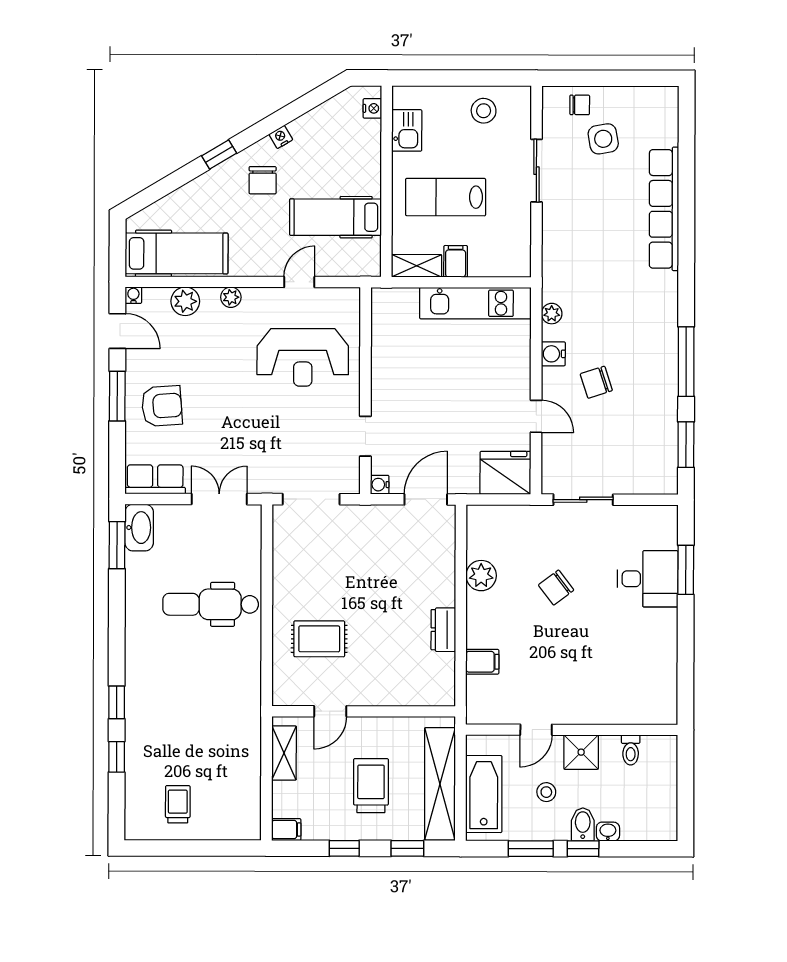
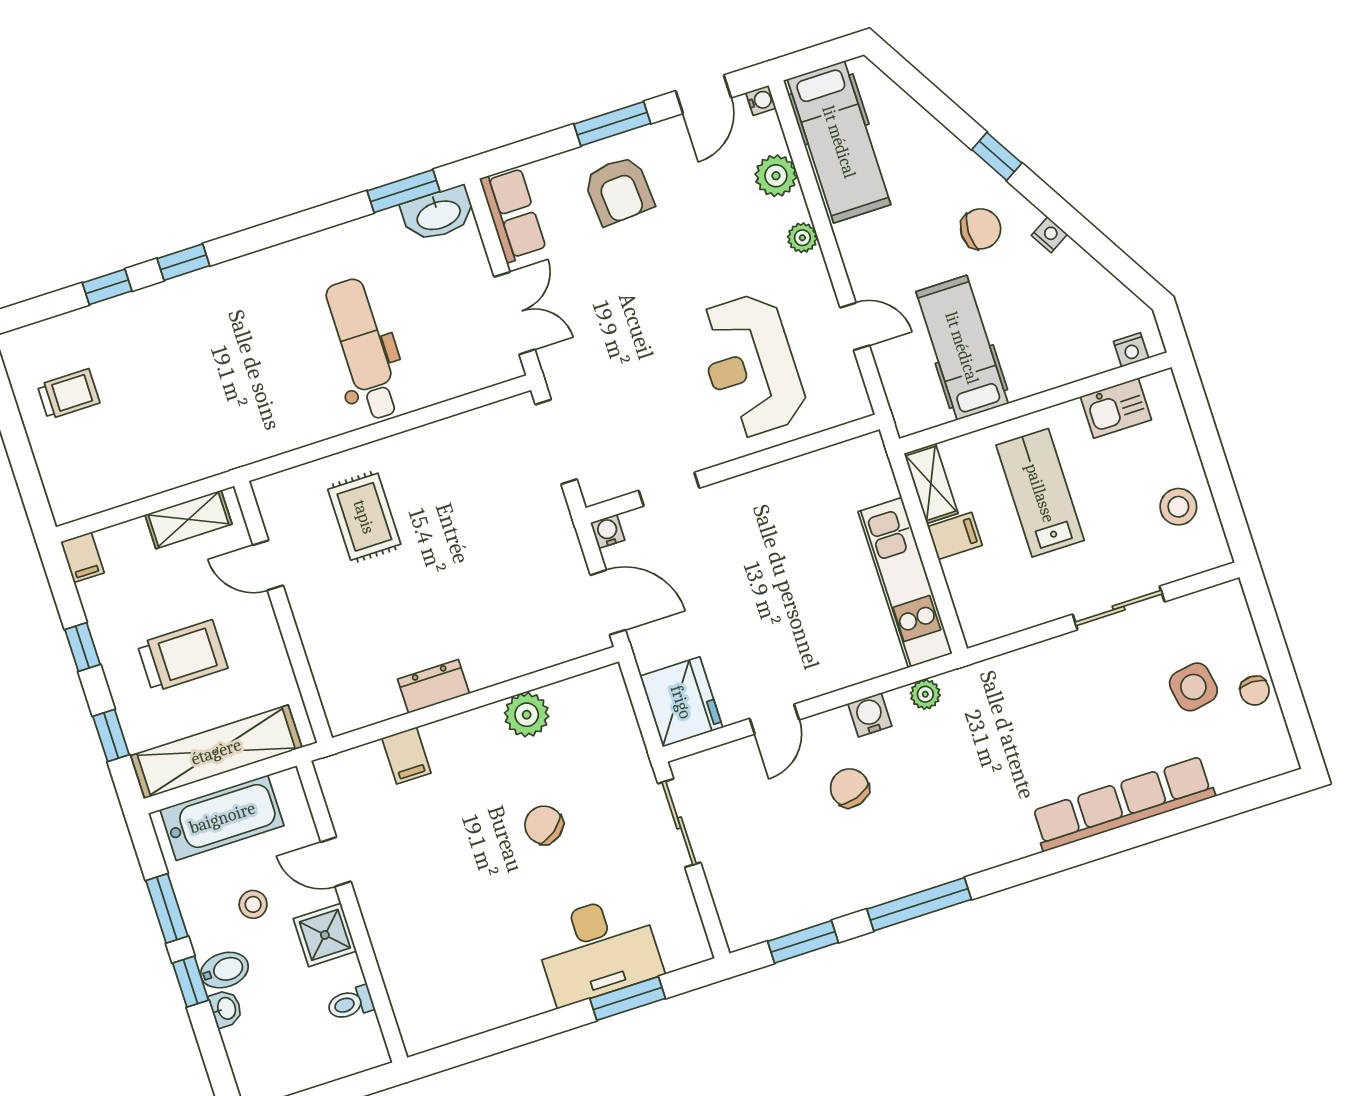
chair: (580, 105) -> (1255, 691), moved
chair: (263, 180) -> (981, 229), turned 180
desk: (648, 579) -> (598, 949), width x1.37

